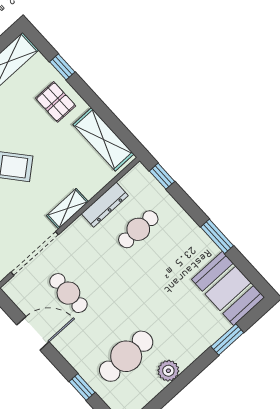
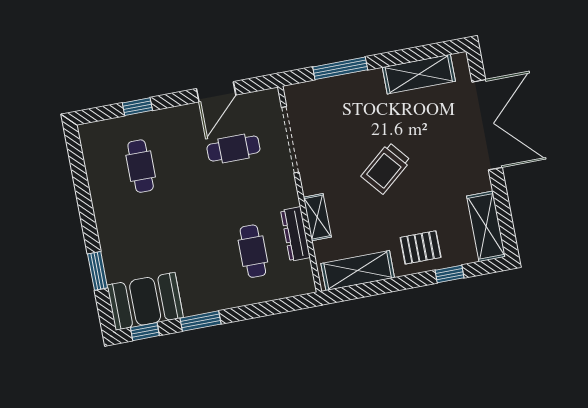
window: (162, 176) -> (145, 332), moved
shelving: (67, 209) -> (317, 217), moved
cafe table: (126, 356) -> (141, 166), width x0.73, depth x0.74
plant: (168, 371) -> (102, 197), removed

